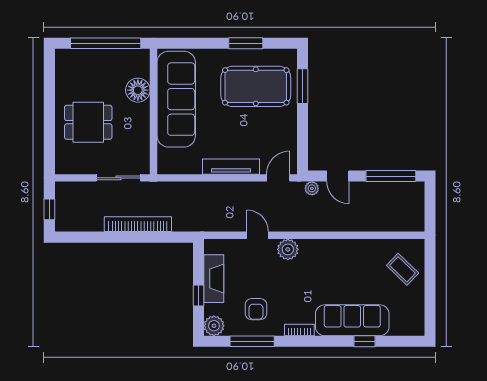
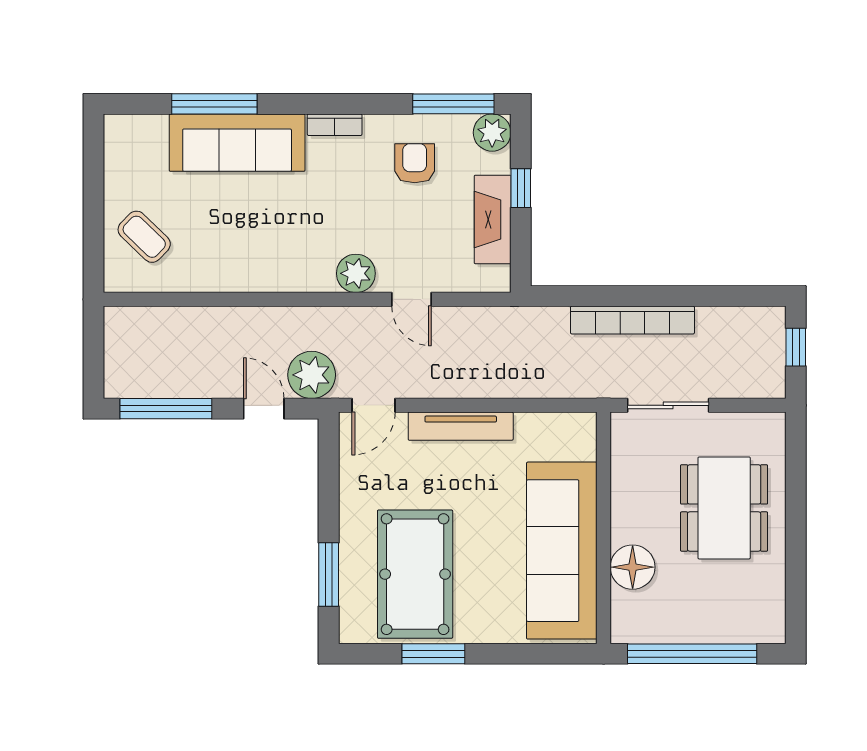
pool table: (256, 86) -> (415, 574), turned 90
dining table: (88, 122) -> (724, 508), width x1.37
plant: (312, 188) -> (312, 375), width x1.88, depth x1.88
window: (252, 341) -> (453, 104), moved
window: (364, 341) -> (214, 104), width x2.17

